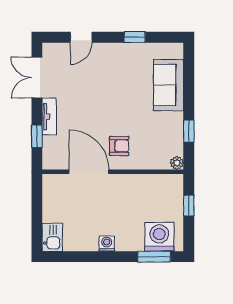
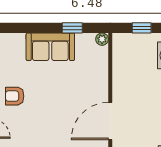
sofa: (169, 85) -> (50, 47), moved
armchair: (119, 146) -> (15, 96), moved, turned -90

